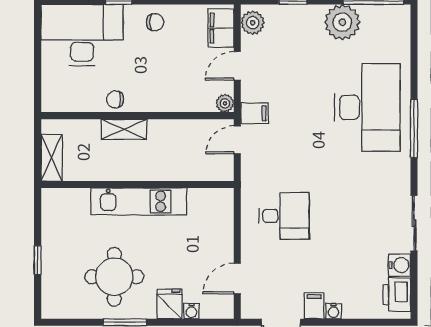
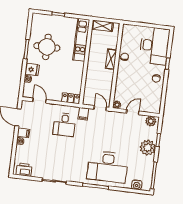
plant: (342, 22) -> (148, 148), moved
filing cabinet: (221, 28) -> (150, 107), removed
door: (237, 66) -> (133, 112), hinge flipped
filing cabinet: (254, 113) -> (83, 114), moved
kitchen unit: (139, 201) -> (81, 40), moved
locker: (223, 209) -> (71, 98), added
water cooler: (400, 265) -> (137, 185), moved

